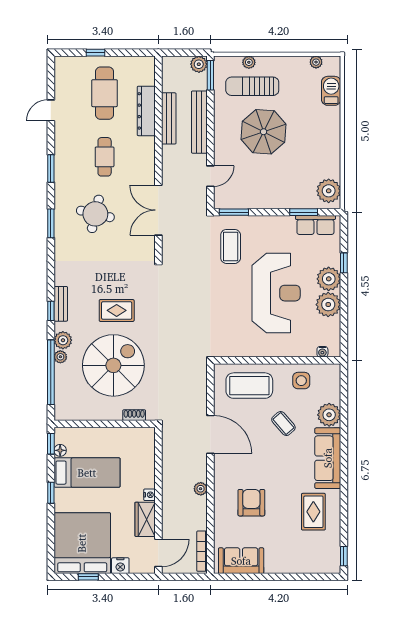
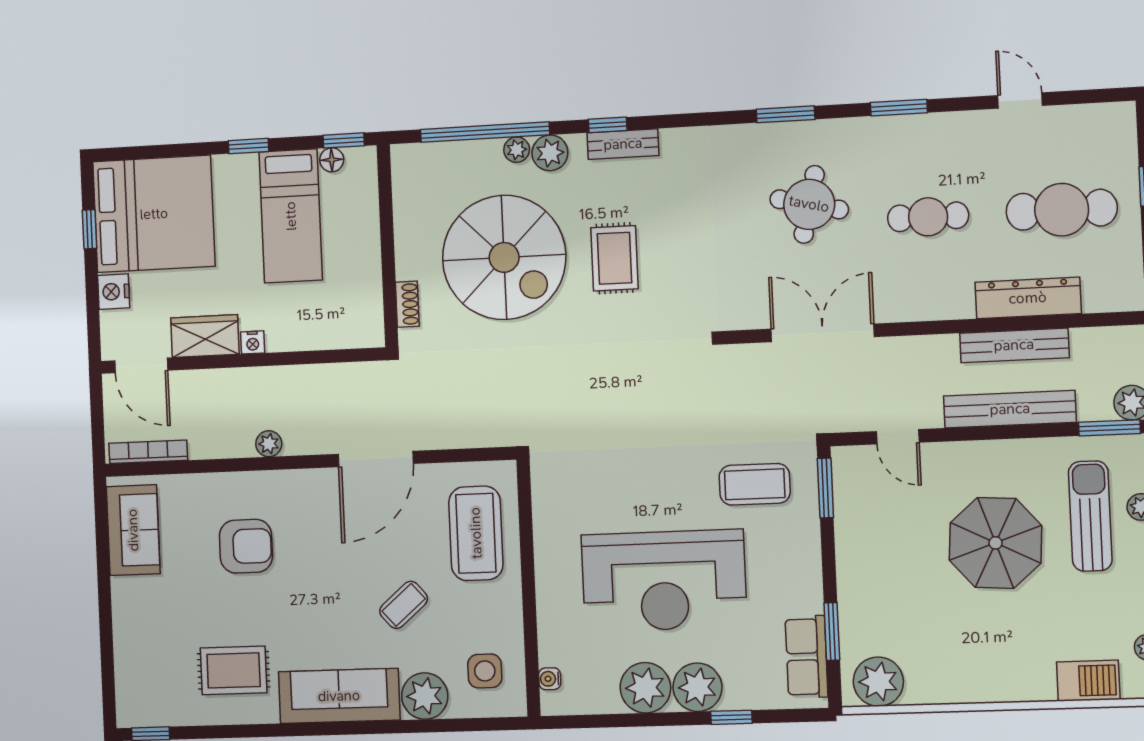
side table: (301, 381) -> (485, 671), moved

